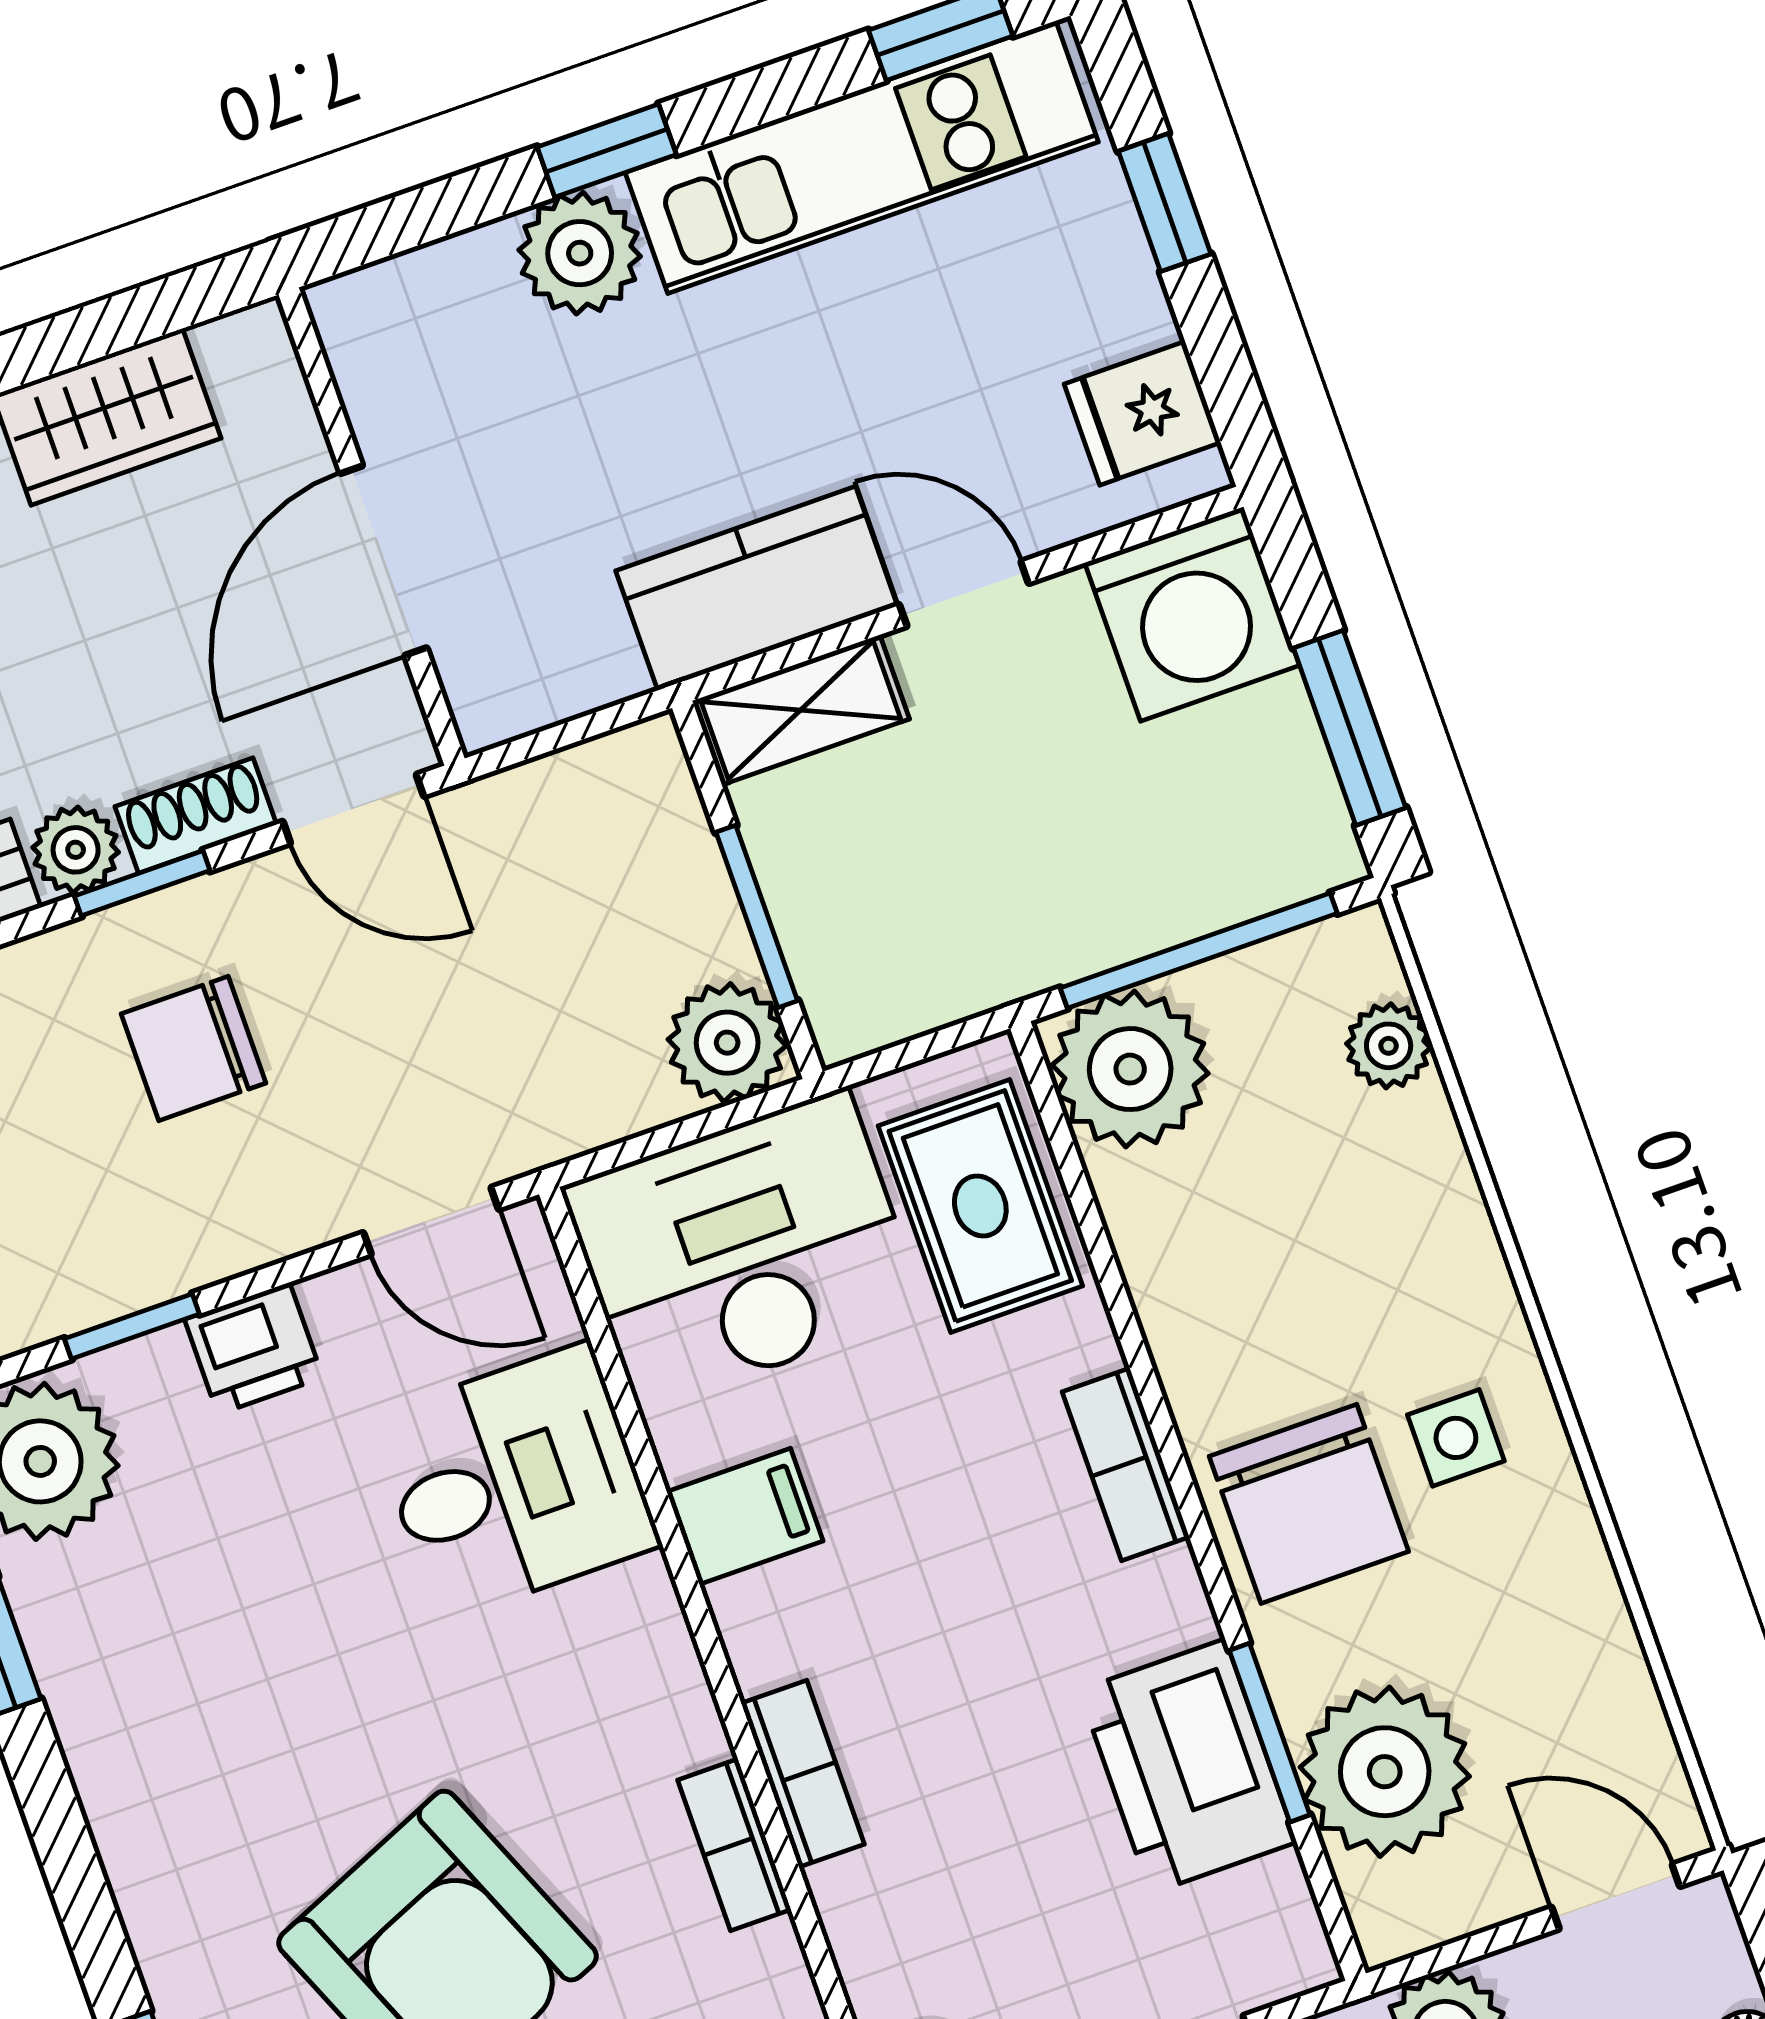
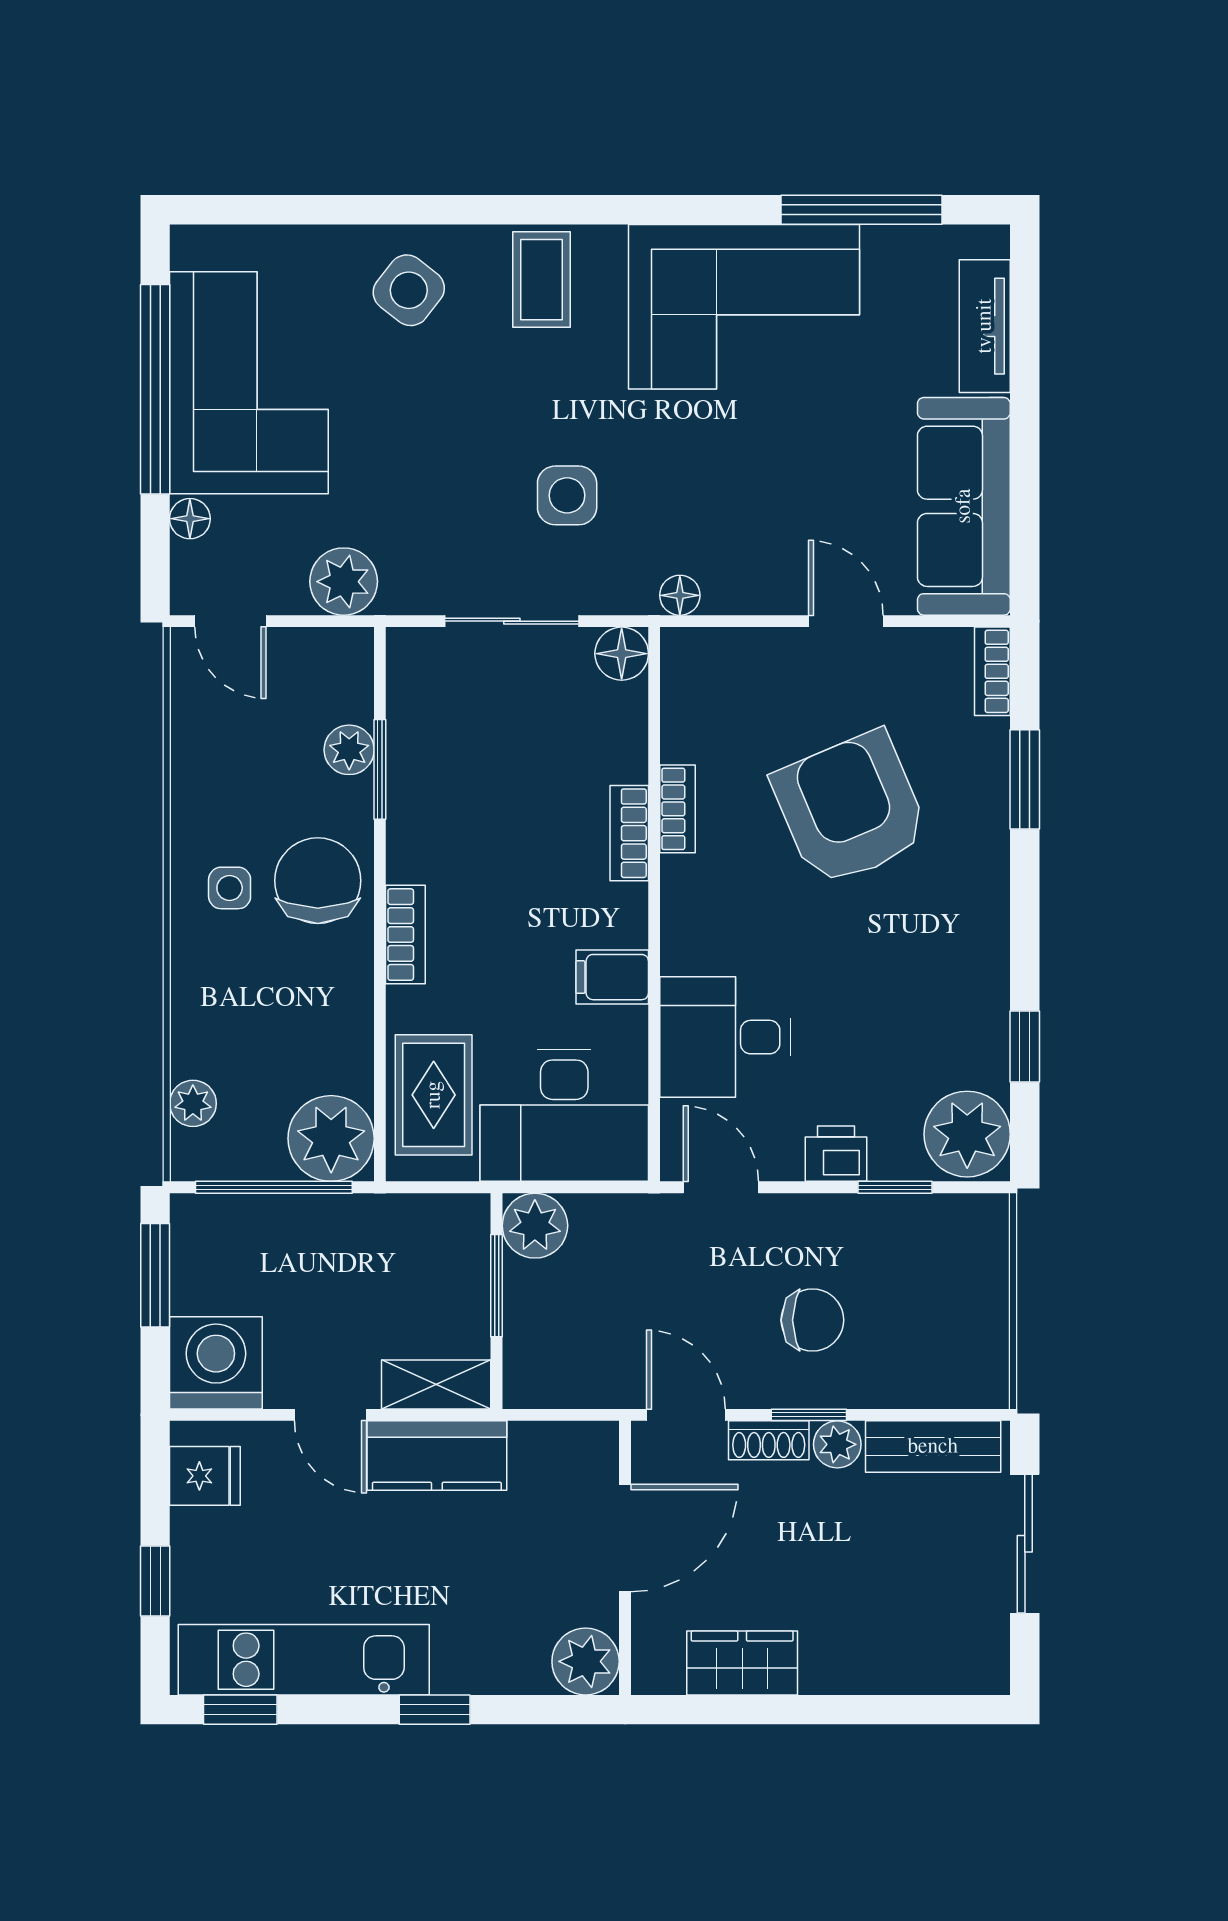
plant: (580, 253) -> (586, 1661), moved
printer: (1188, 1766) -> (428, 767), removed
plant: (1385, 1772) -> (349, 750), width x0.53, depth x0.53

